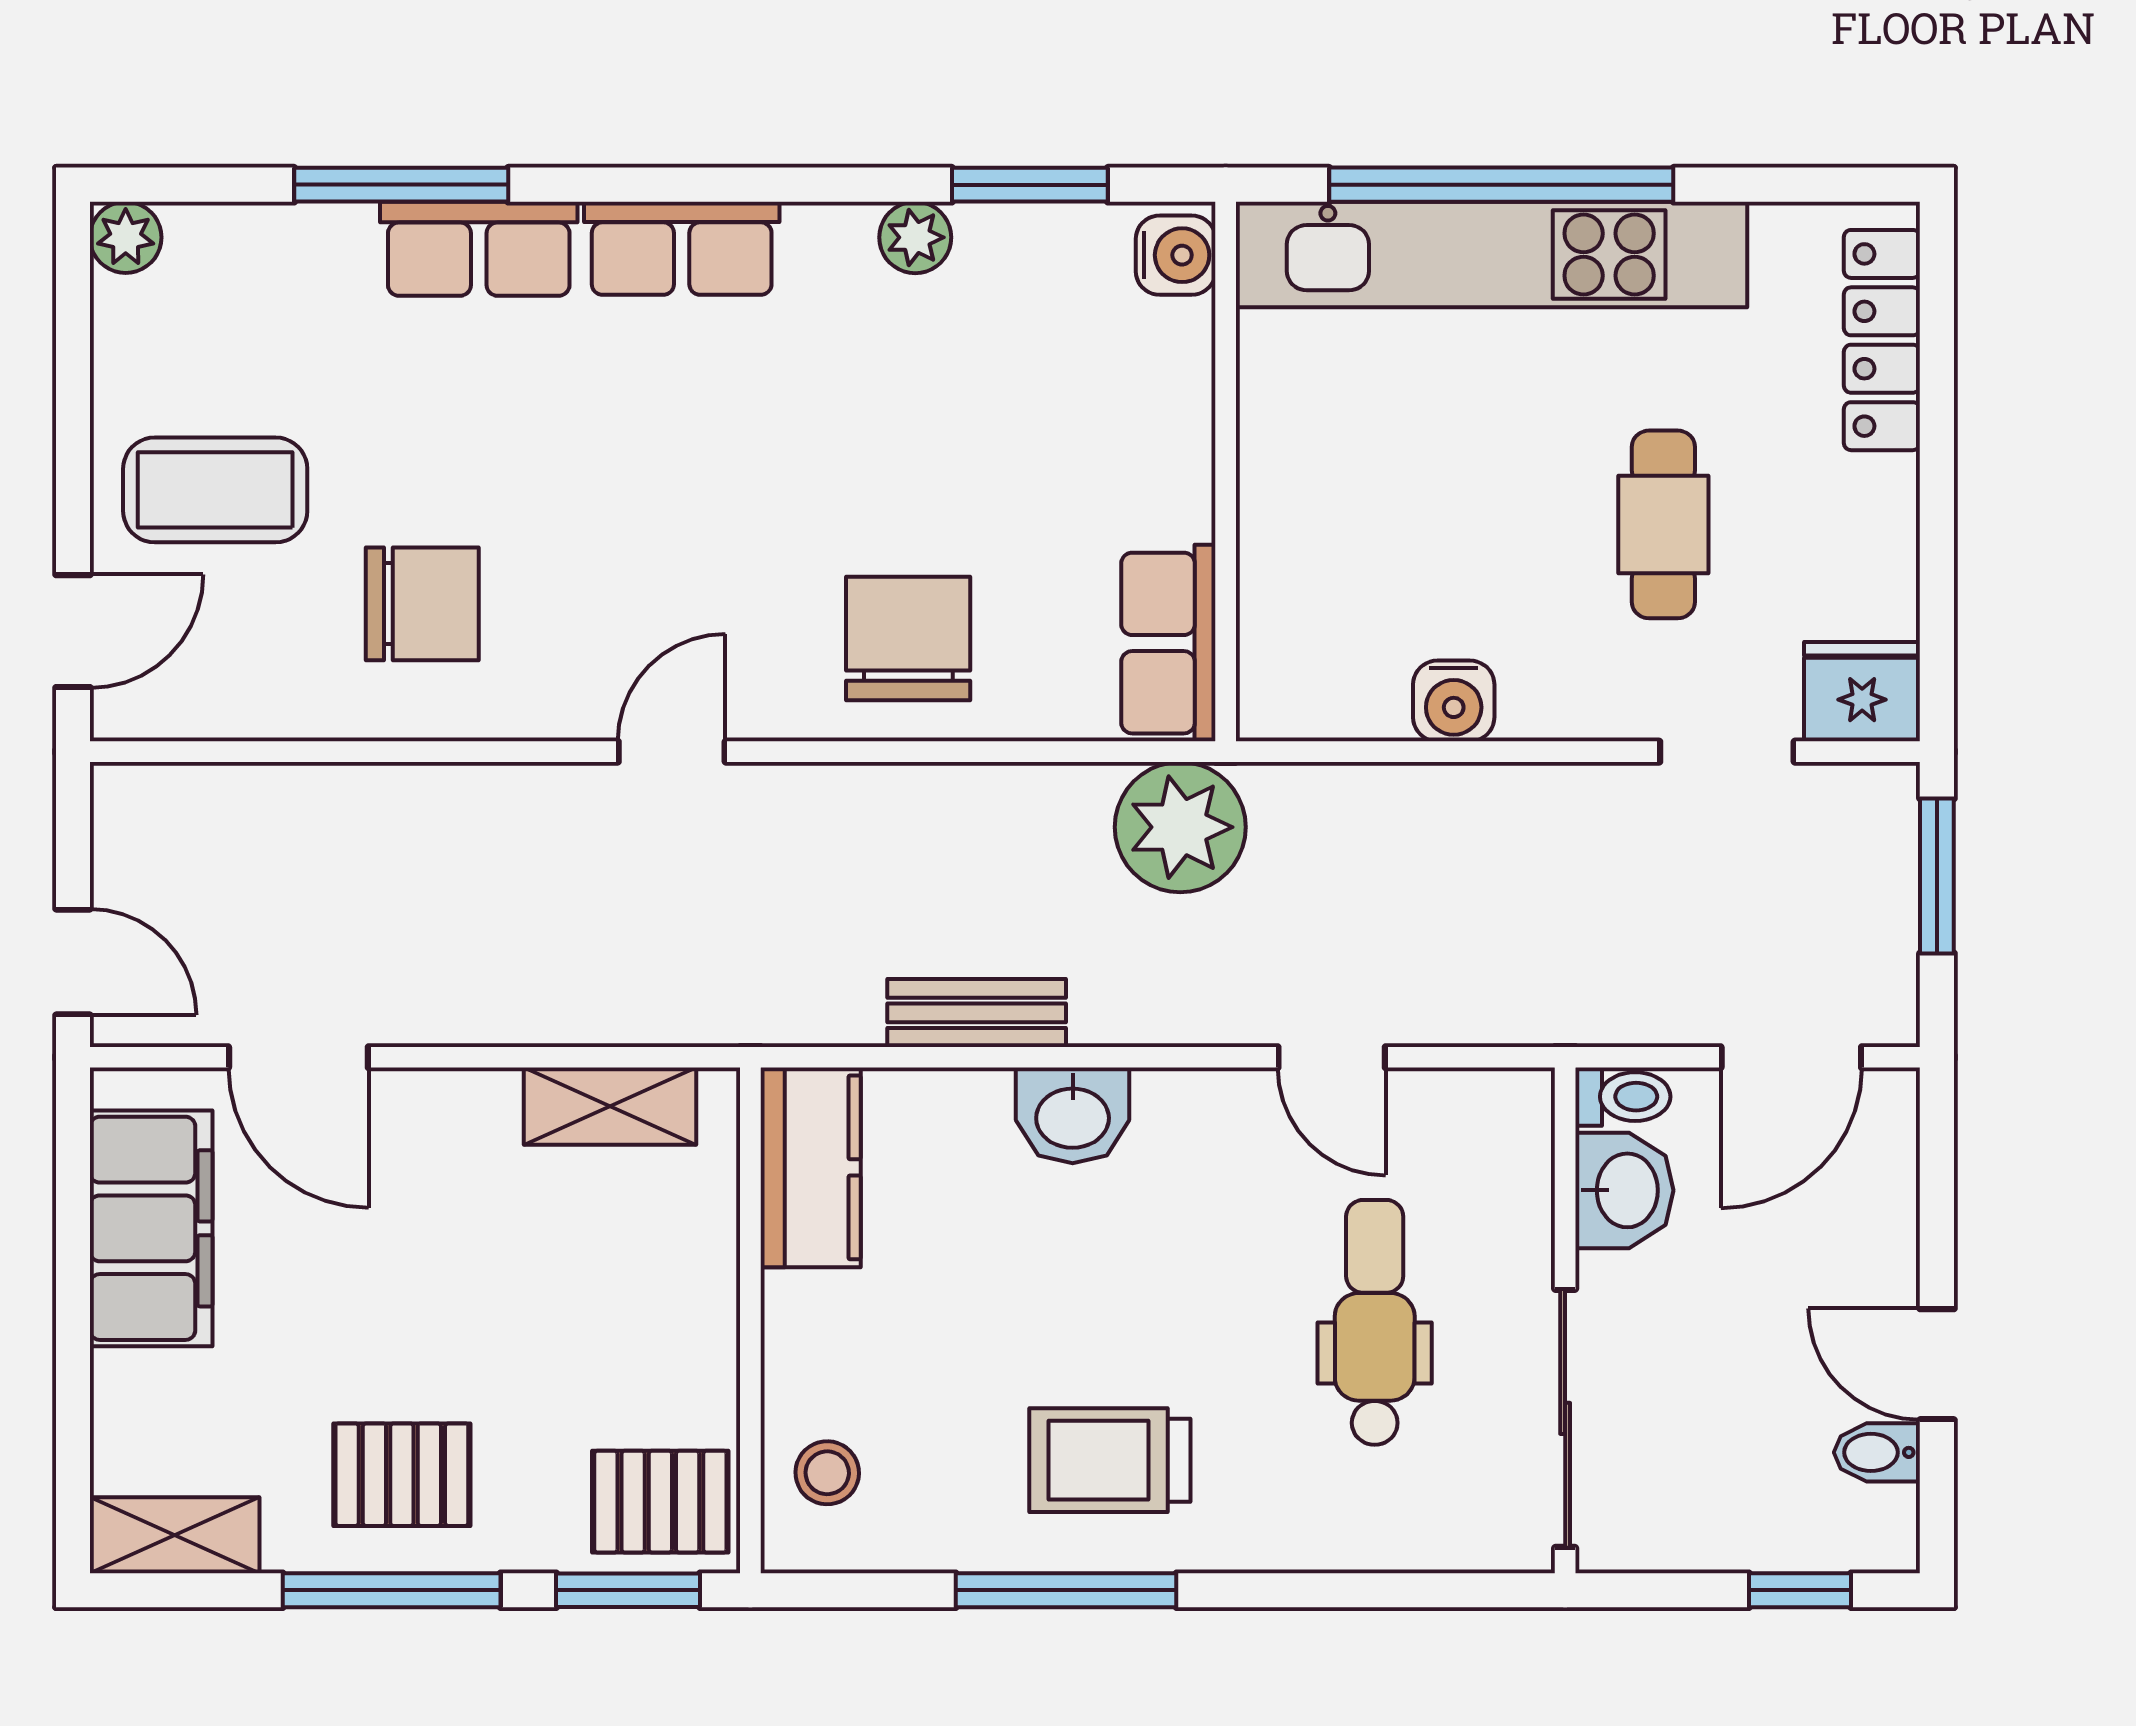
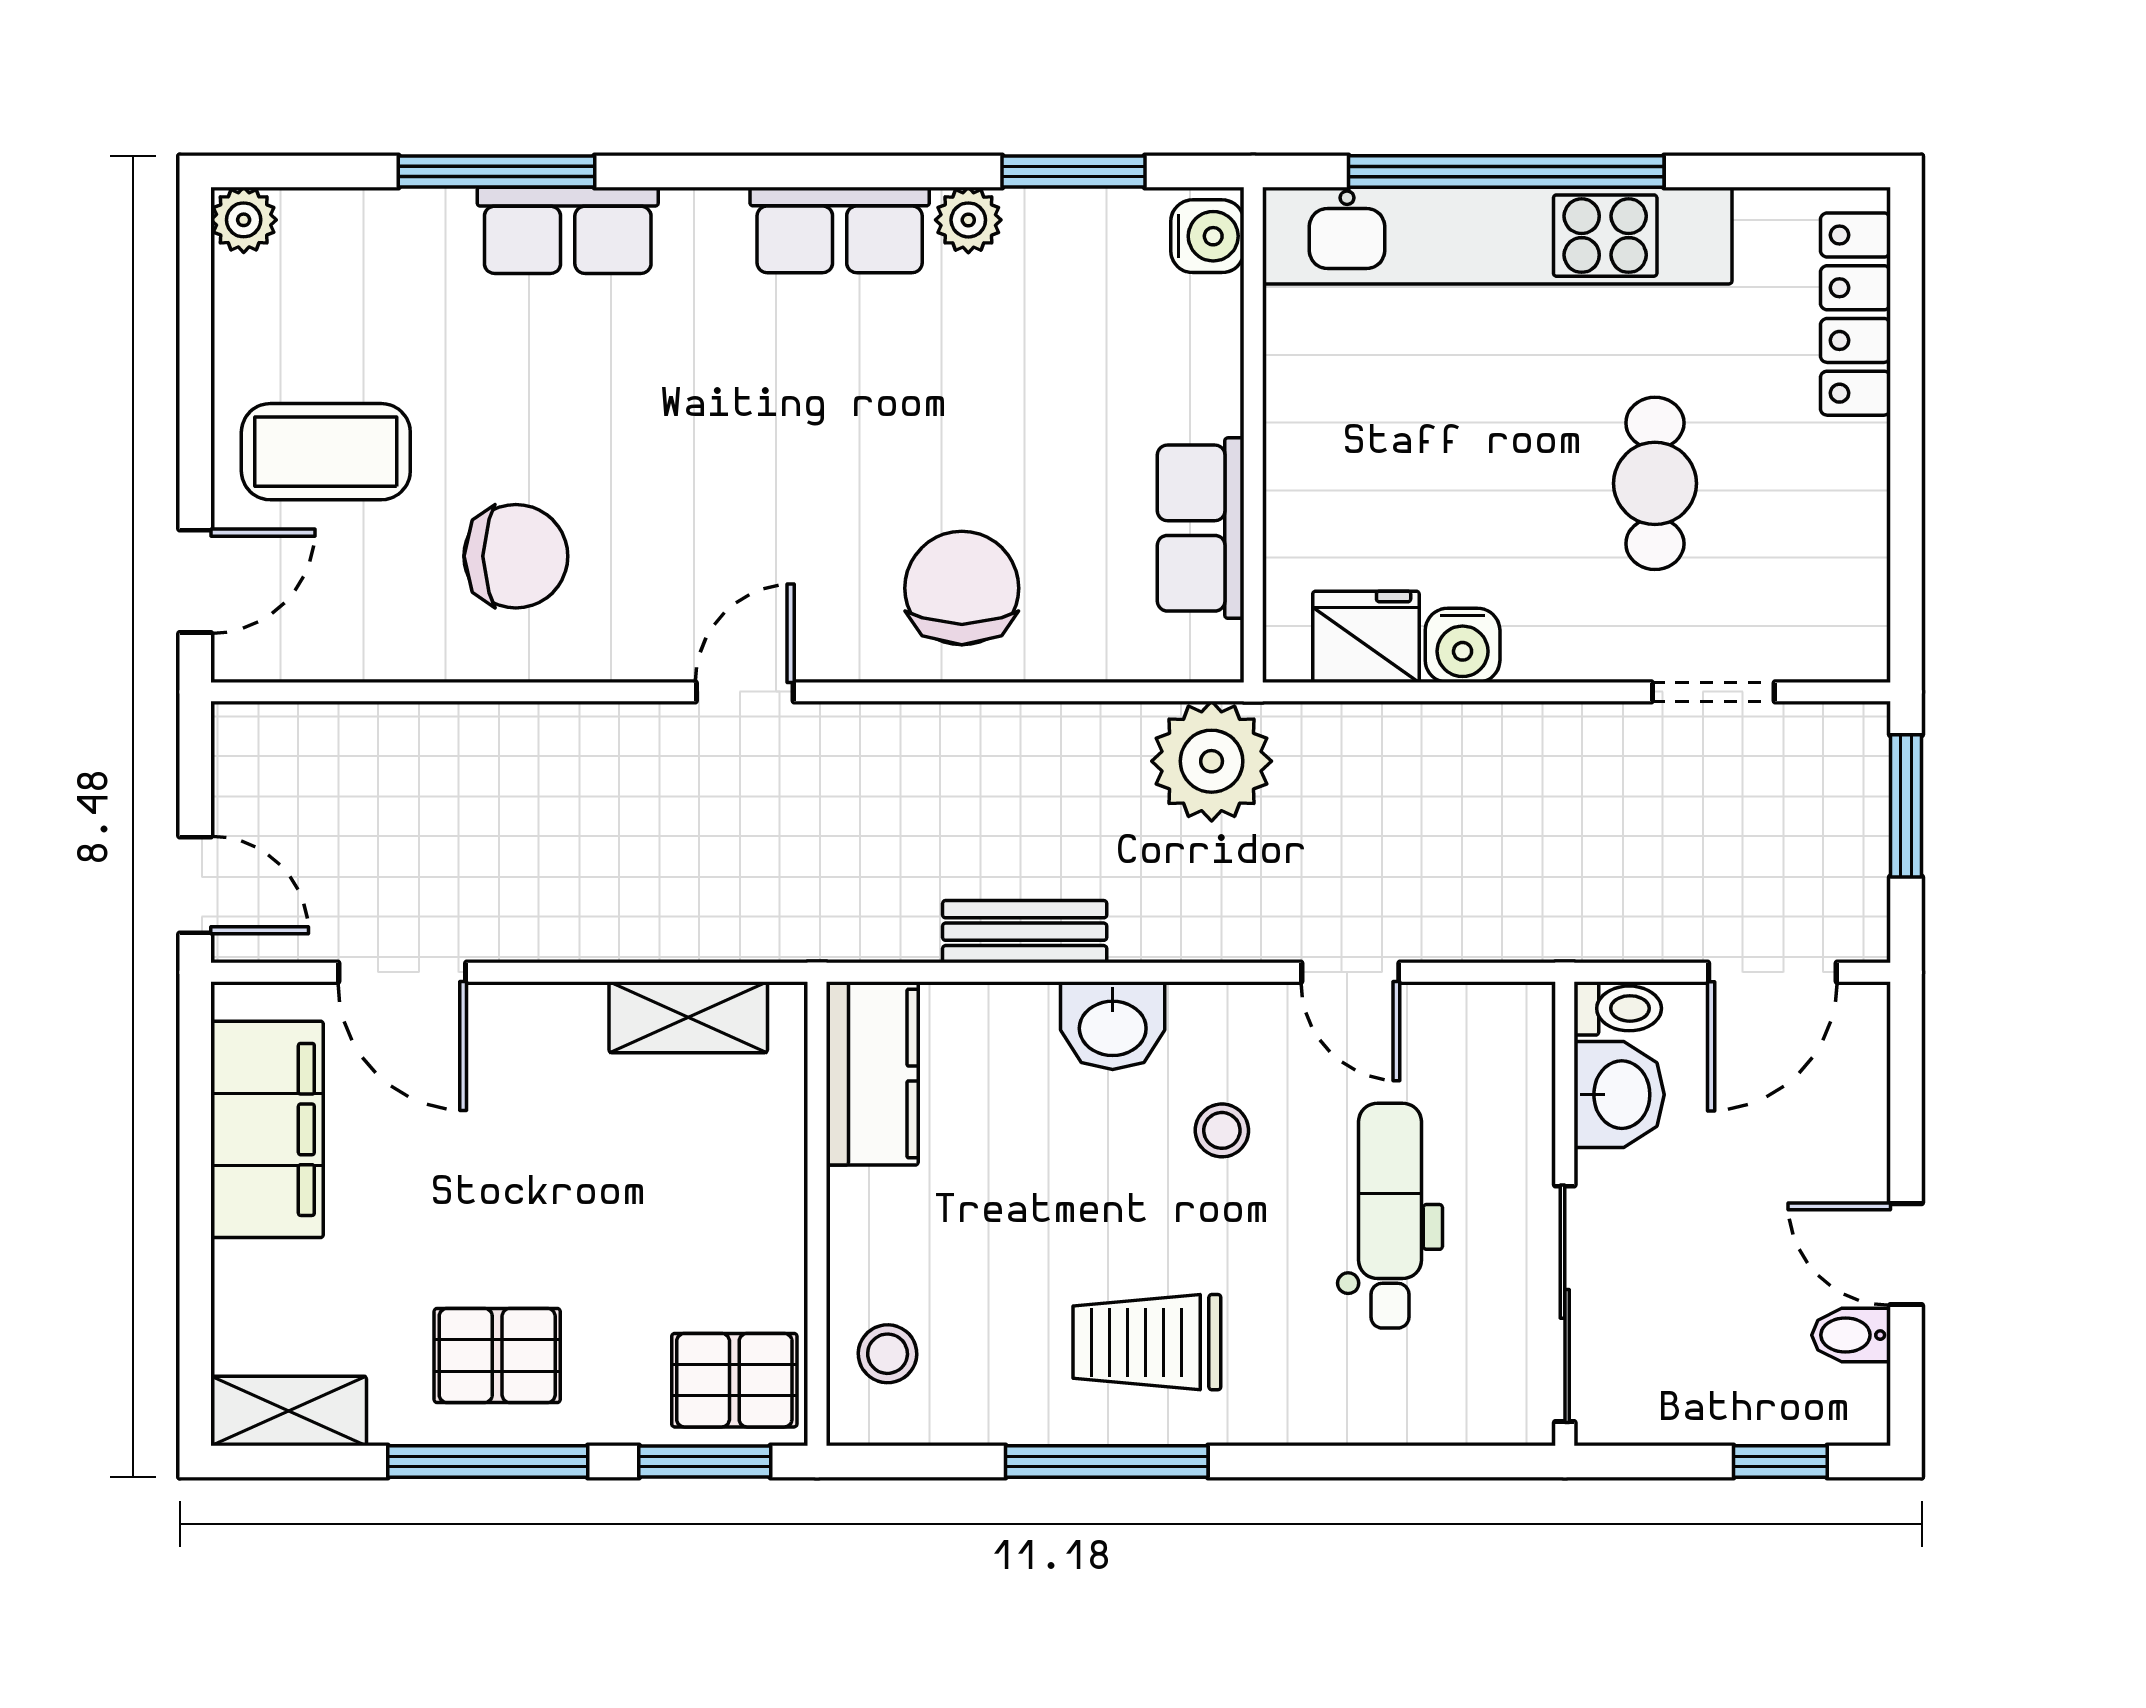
row of seats: (682, 248) -> (840, 230), moved
row of seats: (1168, 643) -> (1201, 528), moved
fridge: (1862, 692) -> (1366, 637), moved
stool: (1191, 1229) -> (1222, 1130), added

